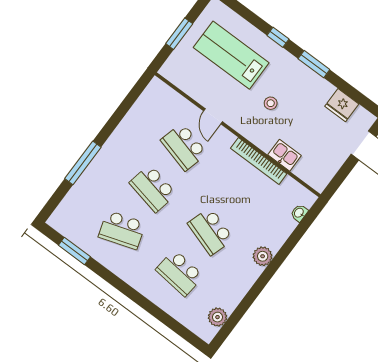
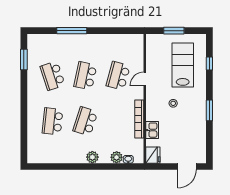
window: (278, 37) -> (209, 64), moved
fridge: (342, 105) -> (153, 155), moved, turned 180
plant: (217, 317) -> (117, 157), moved

